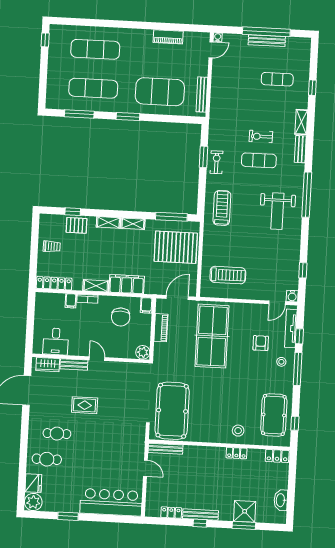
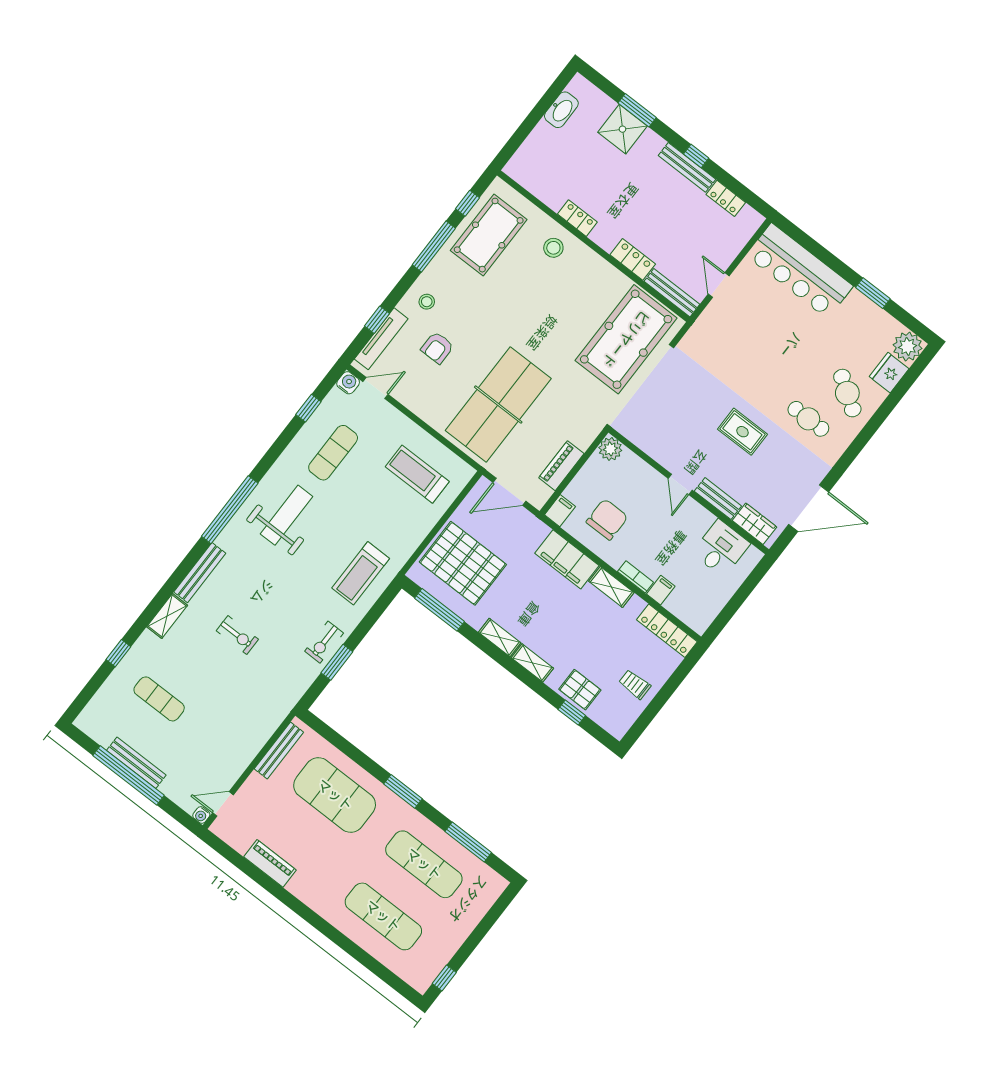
bench: (300, 149) -> (200, 573), width x1.36
exercise mat: (259, 160) -> (333, 453), moved, turned 90
window: (298, 369) -> (434, 246), moved
locker: (277, 456) -> (633, 259), moved
cafe table: (47, 459) -> (847, 393), turned 34

